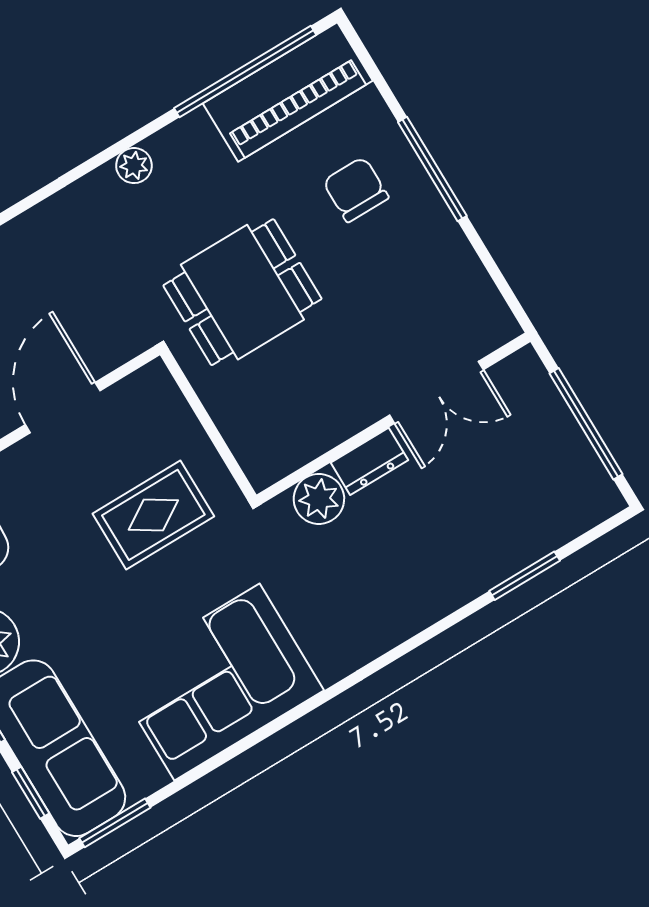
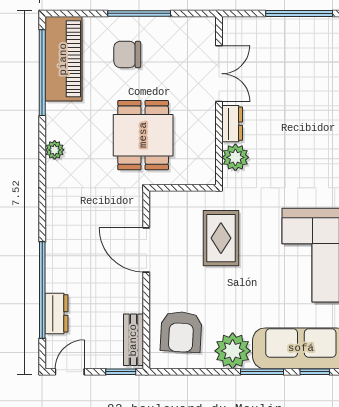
double door: (436, 392) -> (219, 74), moved
wall: (394, 418) -> (219, 101), moved
dresser: (369, 461) -> (232, 124), moved
plant: (319, 499) -> (235, 157), moved

